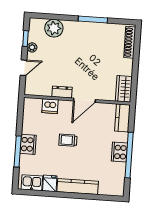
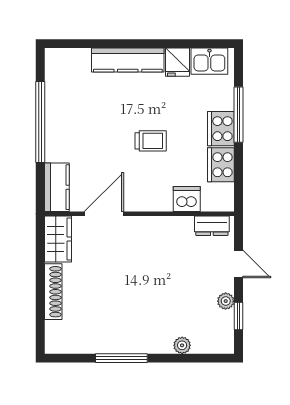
plant: (54, 28) -> (182, 345), width x0.53, depth x0.53
shoe rack: (130, 42) -> (53, 292), moved
door: (24, 68) -> (238, 264), swing flipped
dresser: (62, 92) -> (212, 226), moved
door: (84, 100) -> (104, 214), moved
cooker: (119, 152) -> (221, 165), moved, turned 180

